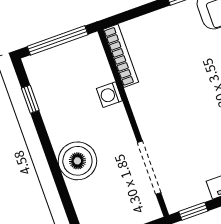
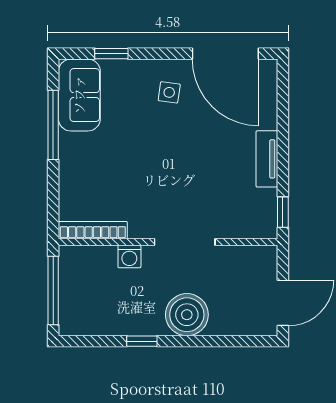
window: (30, 99) -> (142, 341), moved
doorway: (149, 168) -> (185, 242), moved

